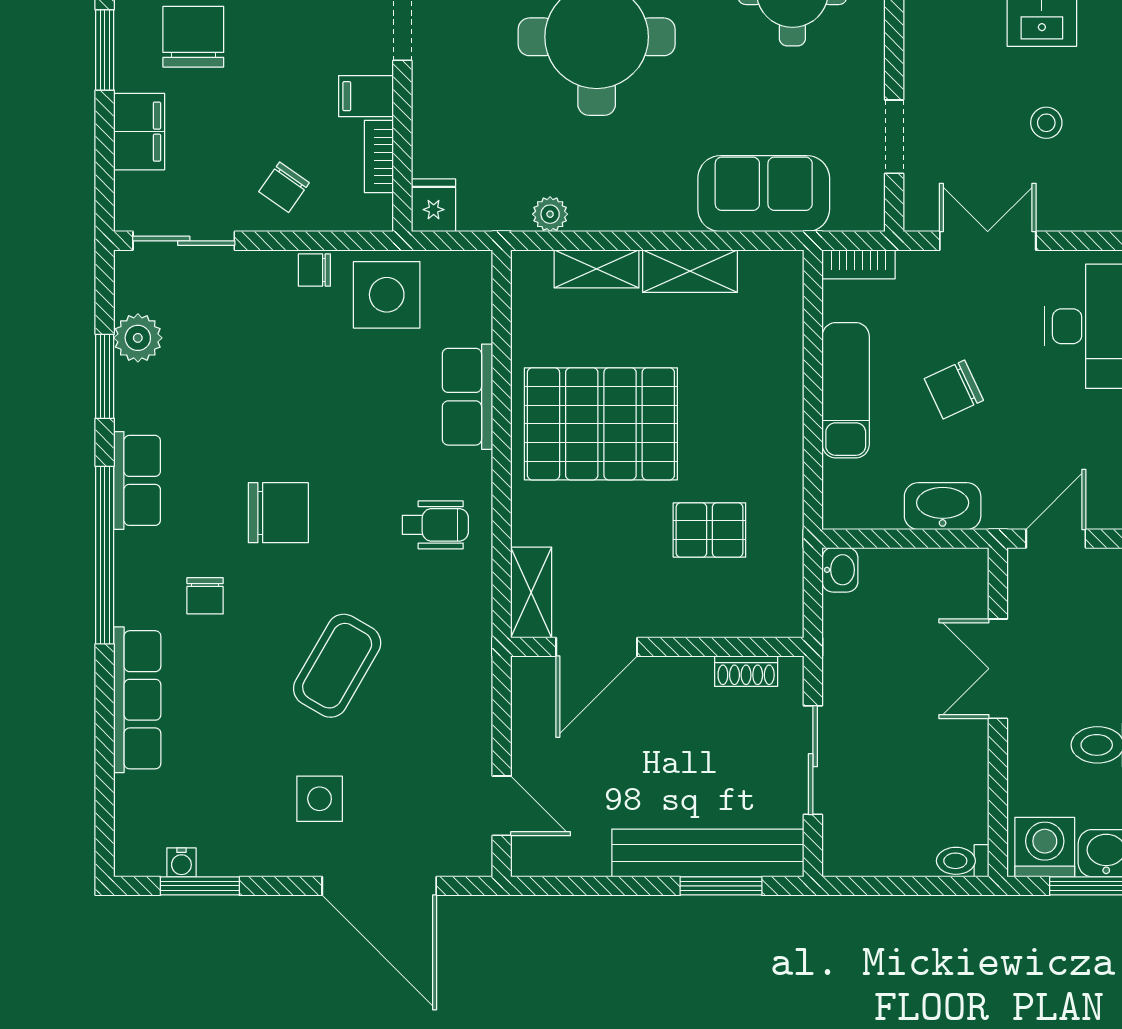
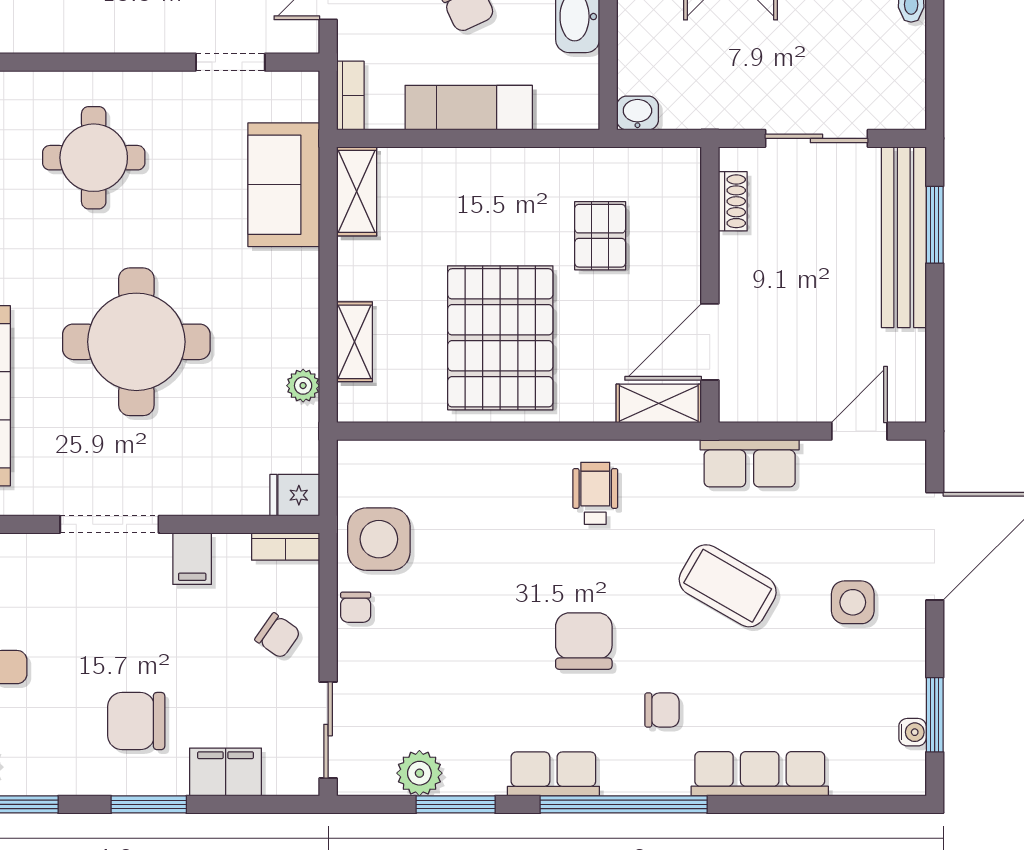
bookcase: (379, 157) -> (286, 547), moved
shelving: (690, 271) -> (357, 191), moved
row of seats: (467, 397) -> (750, 463), moved
door: (597, 647) -> (710, 342), swing flipped

